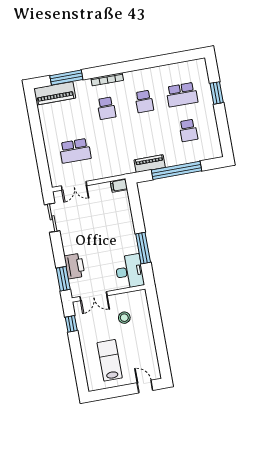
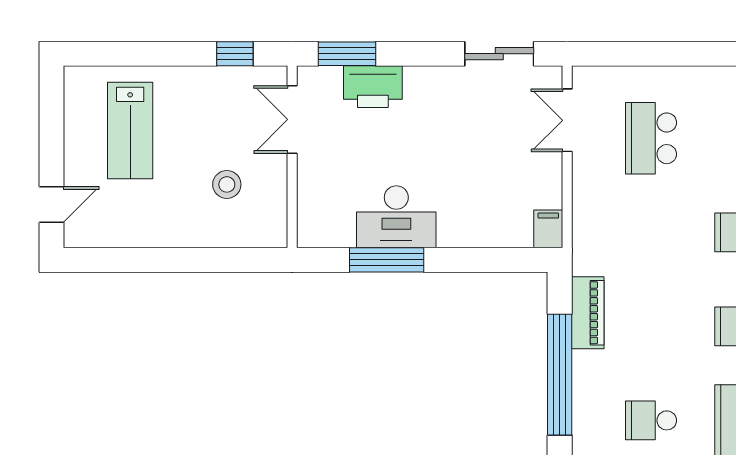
desk: (129, 271) -> (396, 217), moved
lab bench: (110, 360) -> (130, 131), turned 90

